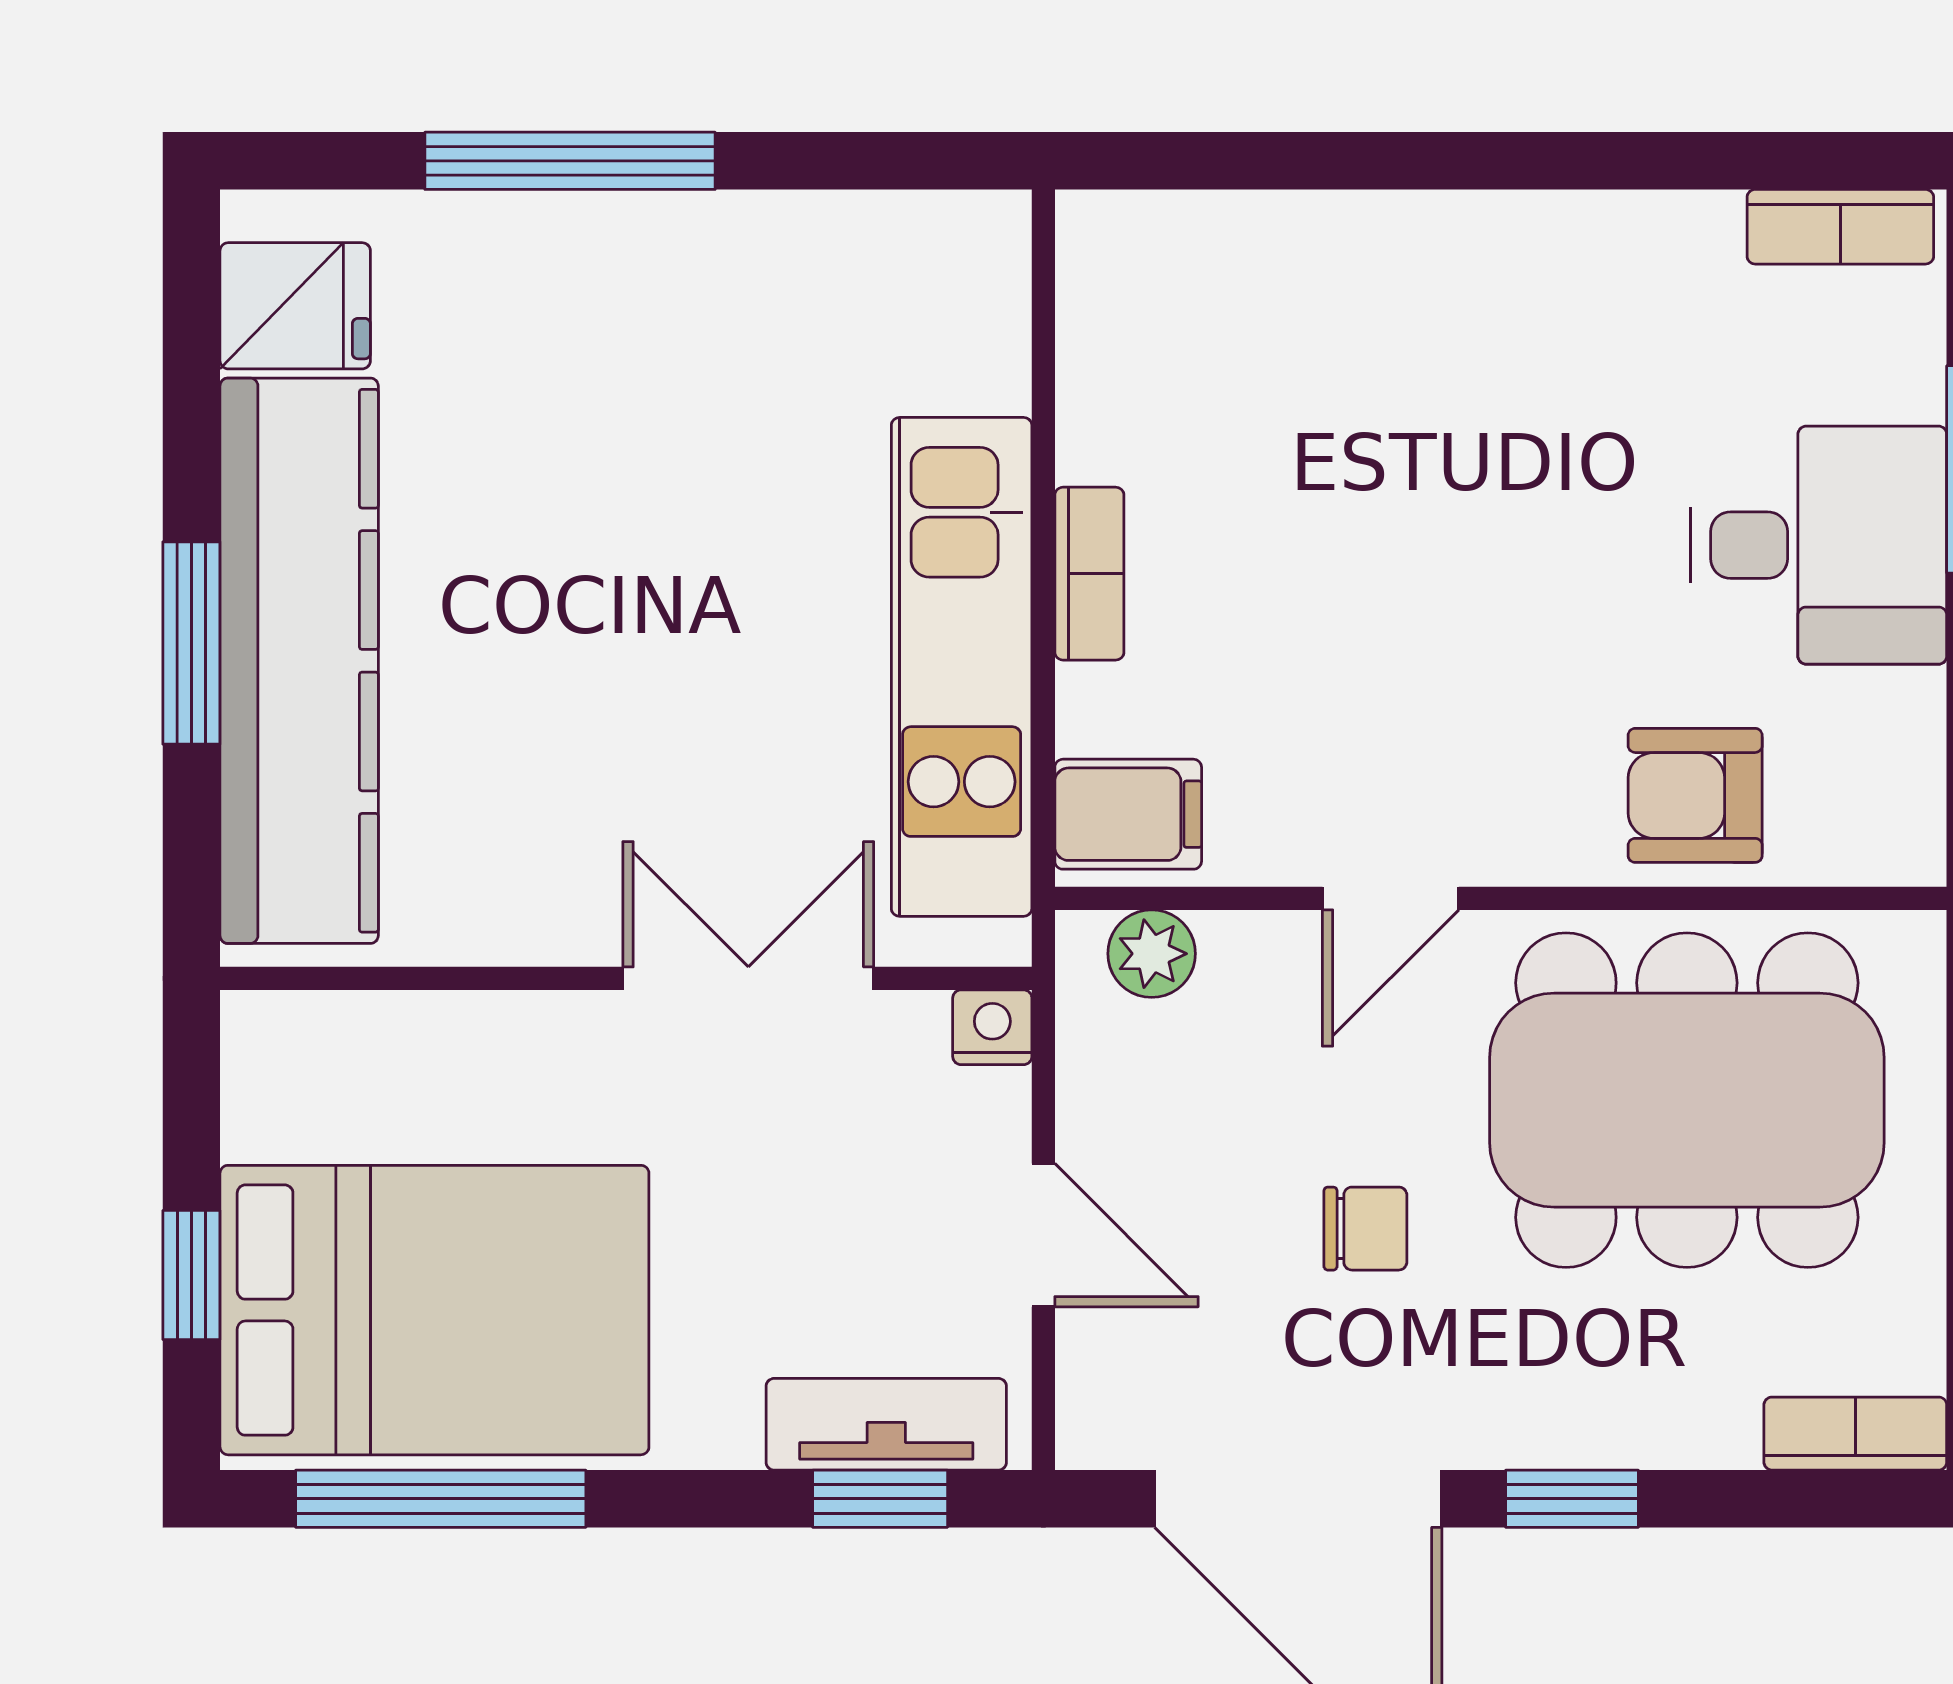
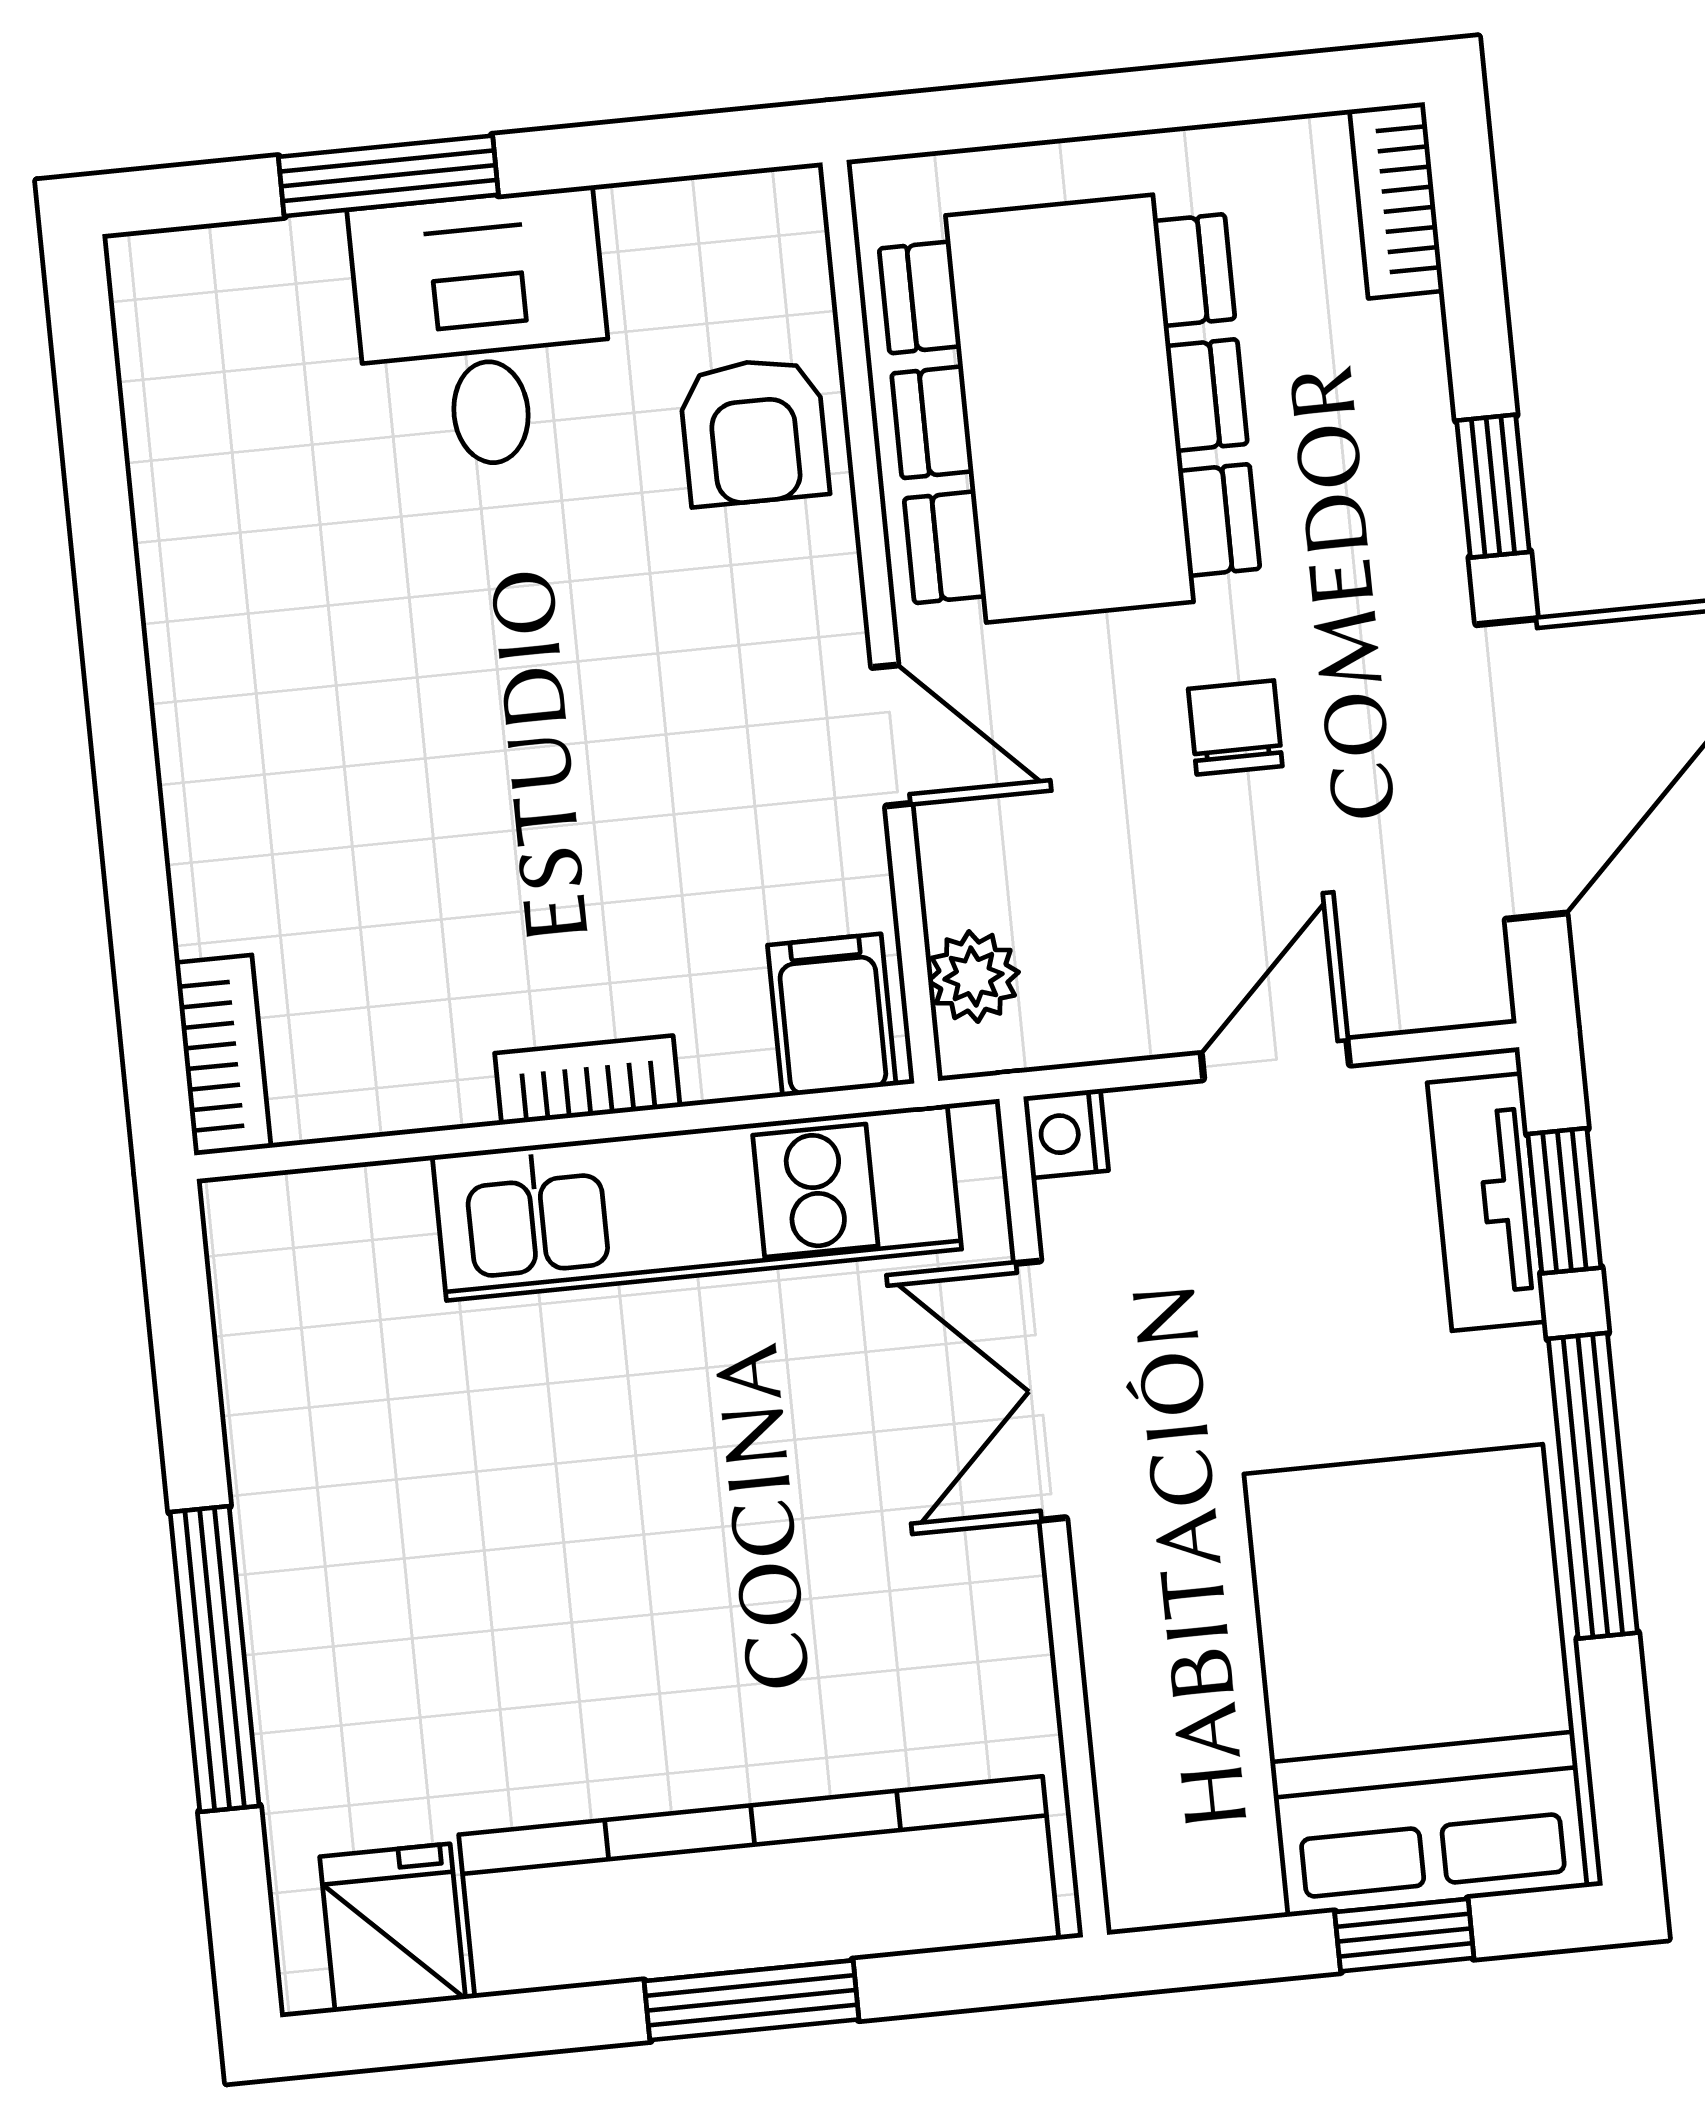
bookcase: (1840, 227) -> (223, 1055), moved
window: (441, 1499) -> (1593, 1486), moved

